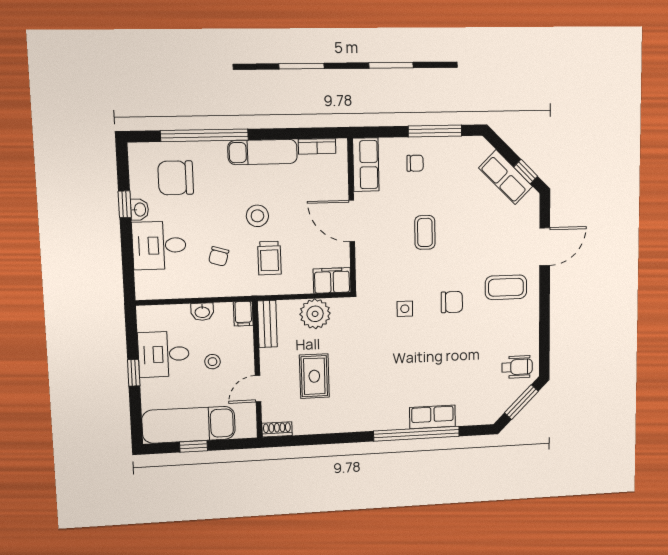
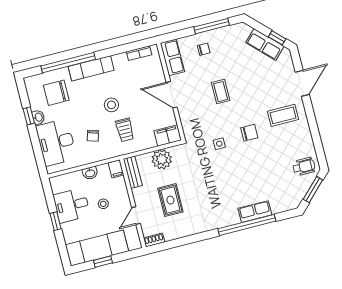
exam couch: (263, 152) -> (91, 68), moved
desk: (159, 245) -> (56, 142), width x1.37

